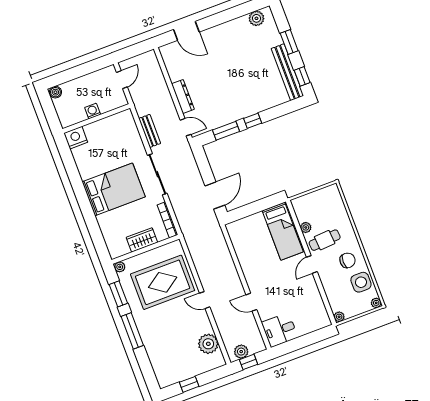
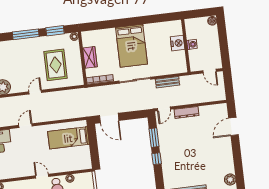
nightstand: (76, 138) -> (178, 43), moved
bed: (283, 231) -> (68, 138), moved
rug: (163, 282) -> (56, 65), width x0.73, depth x0.69

